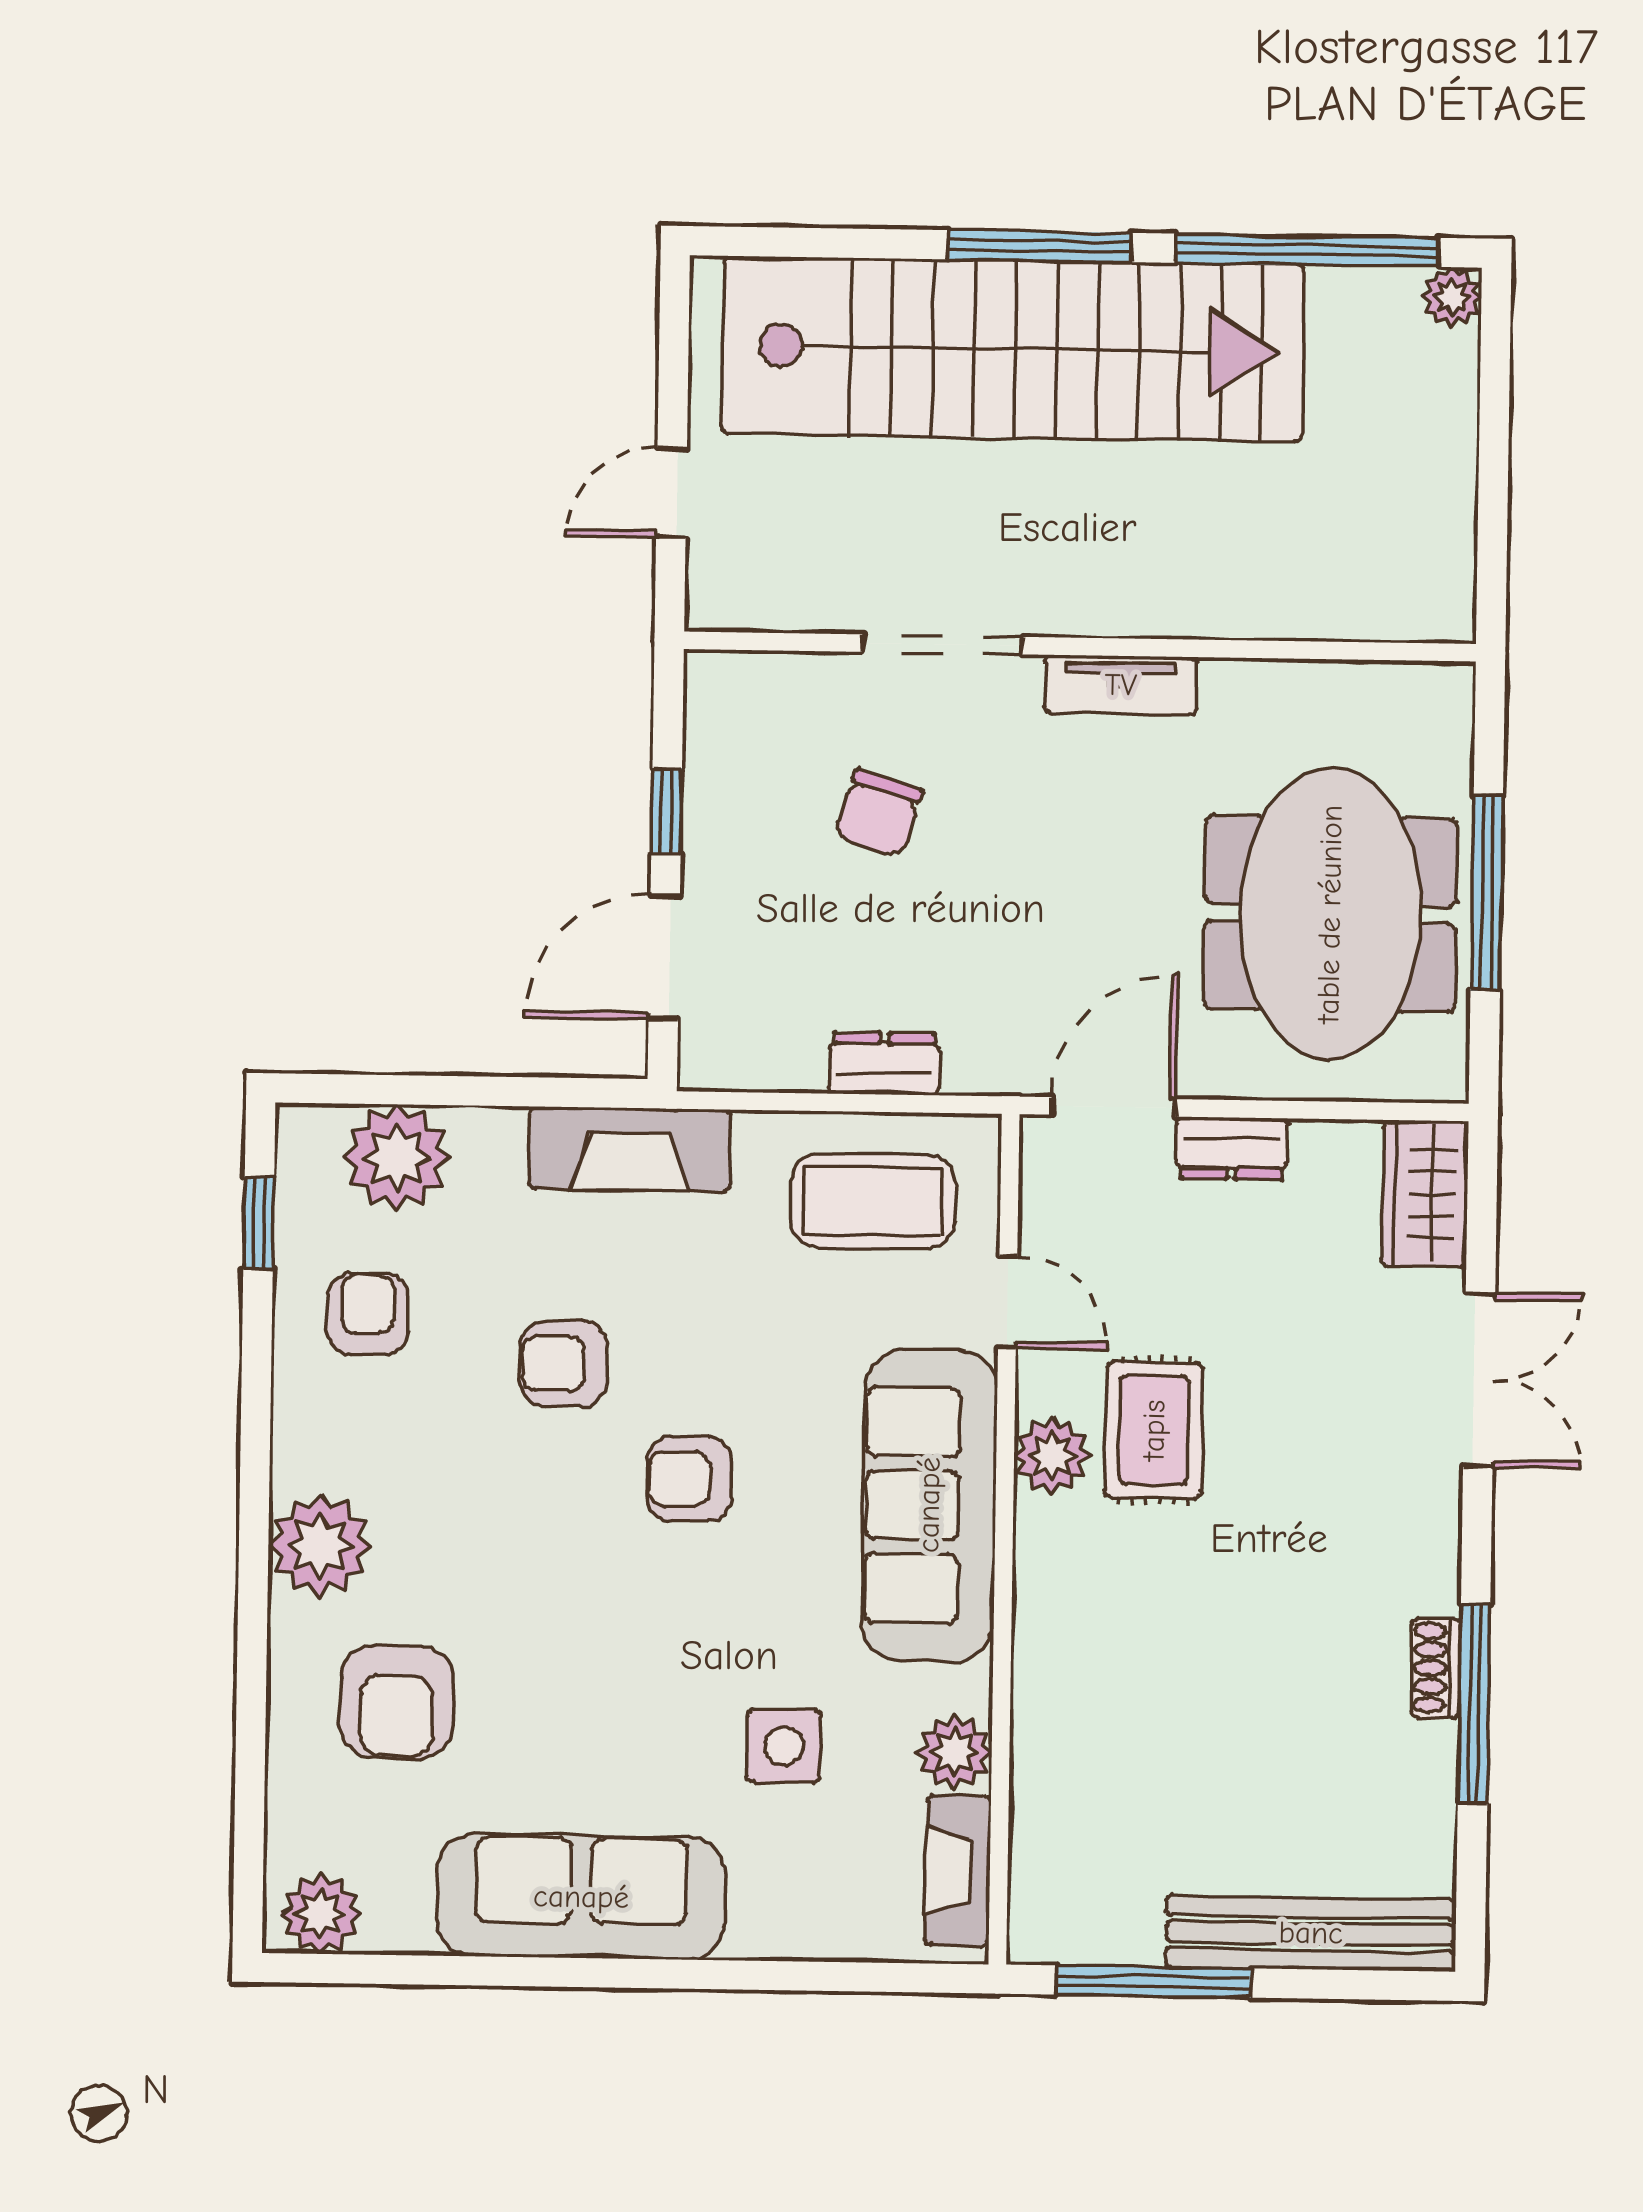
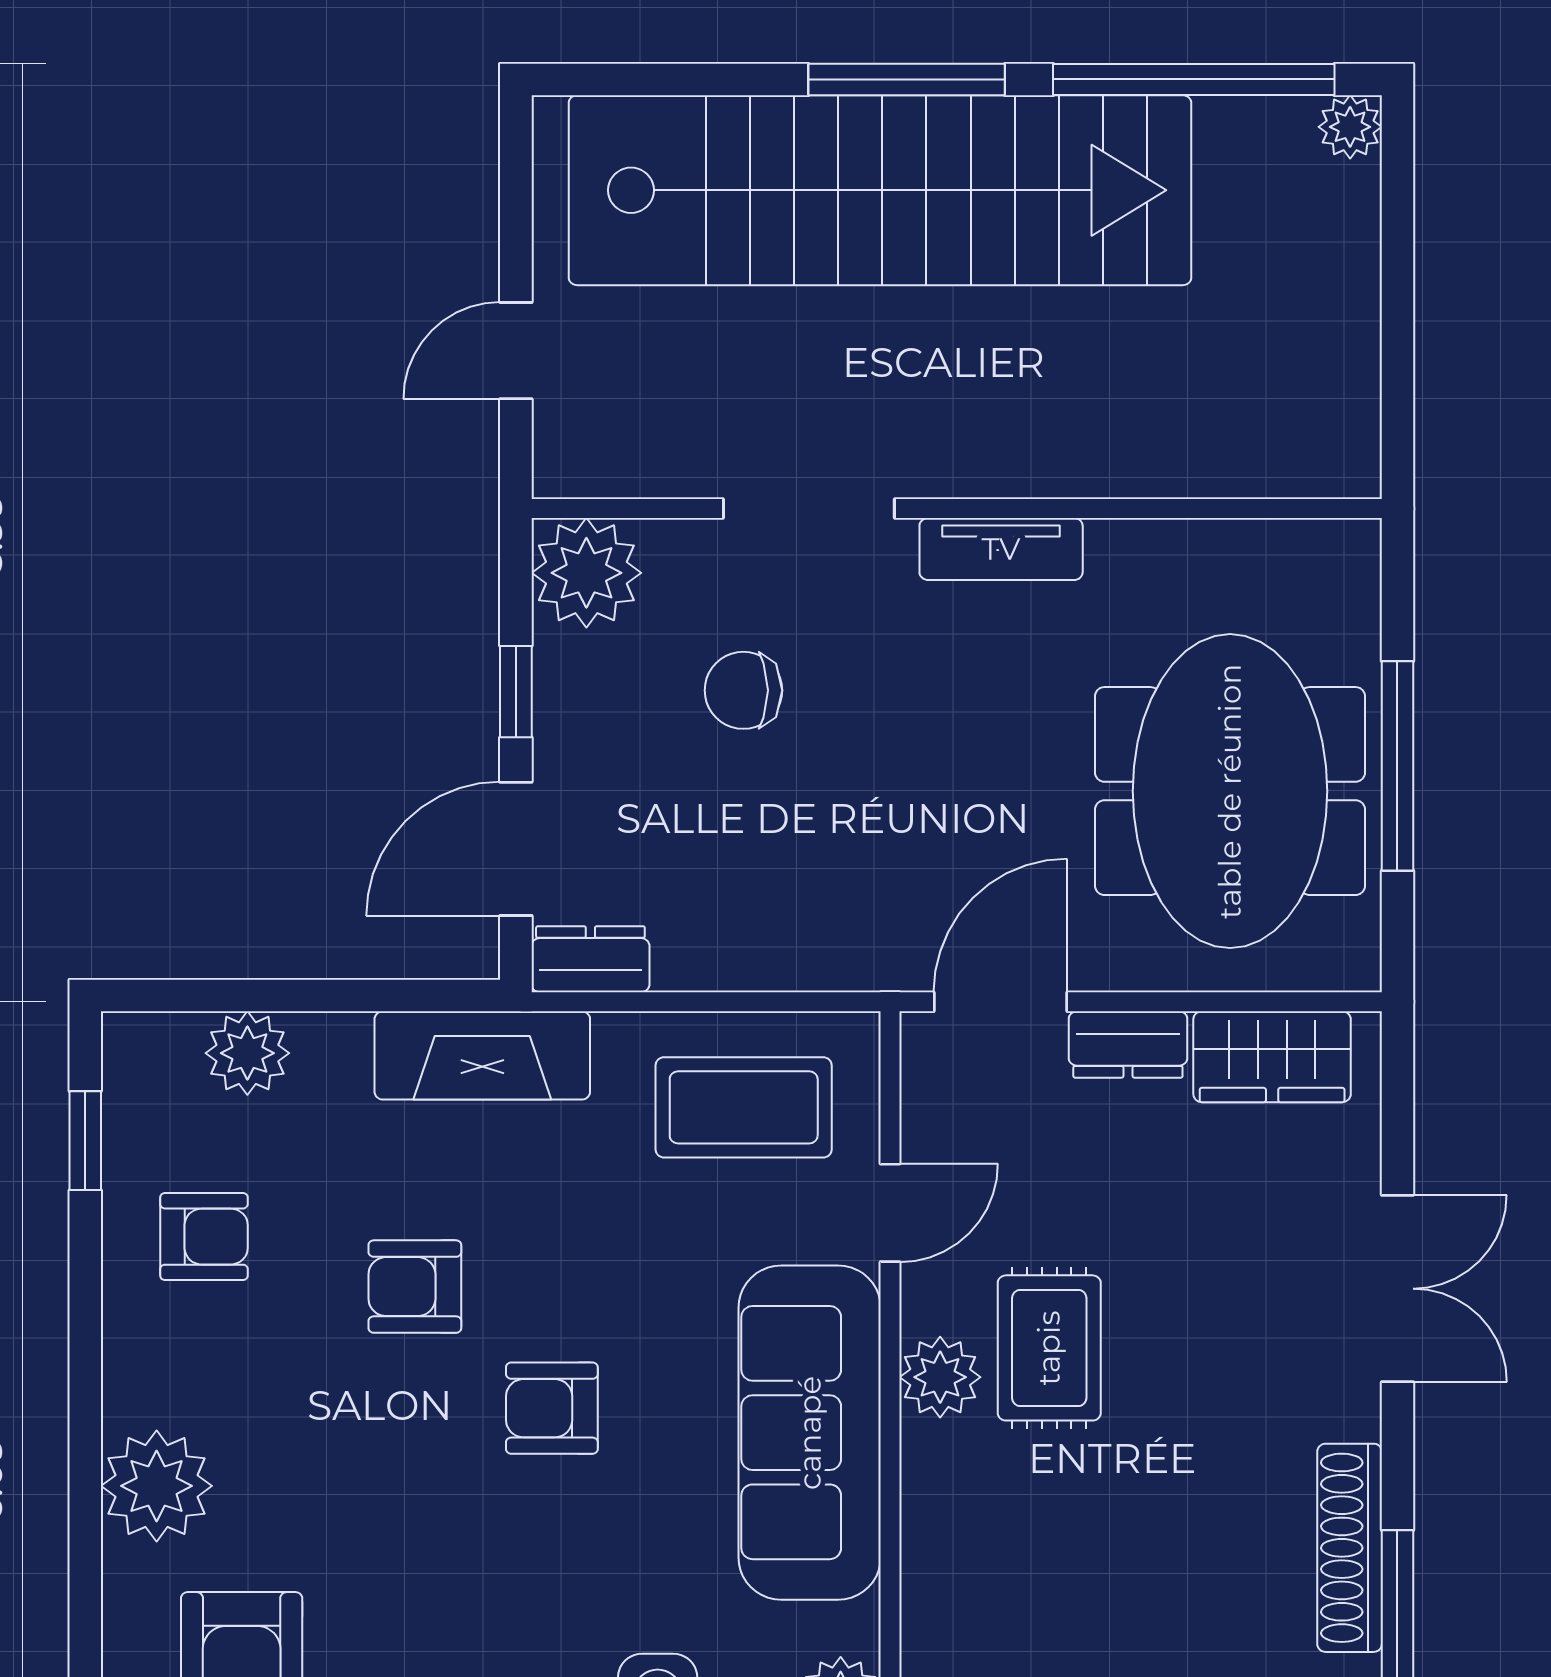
plant: (734, 701) -> (586, 573), added
chair: (879, 813) -> (743, 690), turned 73
dresser: (884, 1064) -> (590, 959), moved
plant: (397, 1158) -> (247, 1053), width x0.73, depth x0.73
wardrobe: (1425, 1194) -> (1272, 1057), moved, turned -90
door: (1008, 1302) -> (890, 1213), hinge flipped
armchair: (368, 1314) -> (204, 1237), turned 90
shoe rack: (1436, 1668) -> (1350, 1548), width x1.94, depth x1.24

